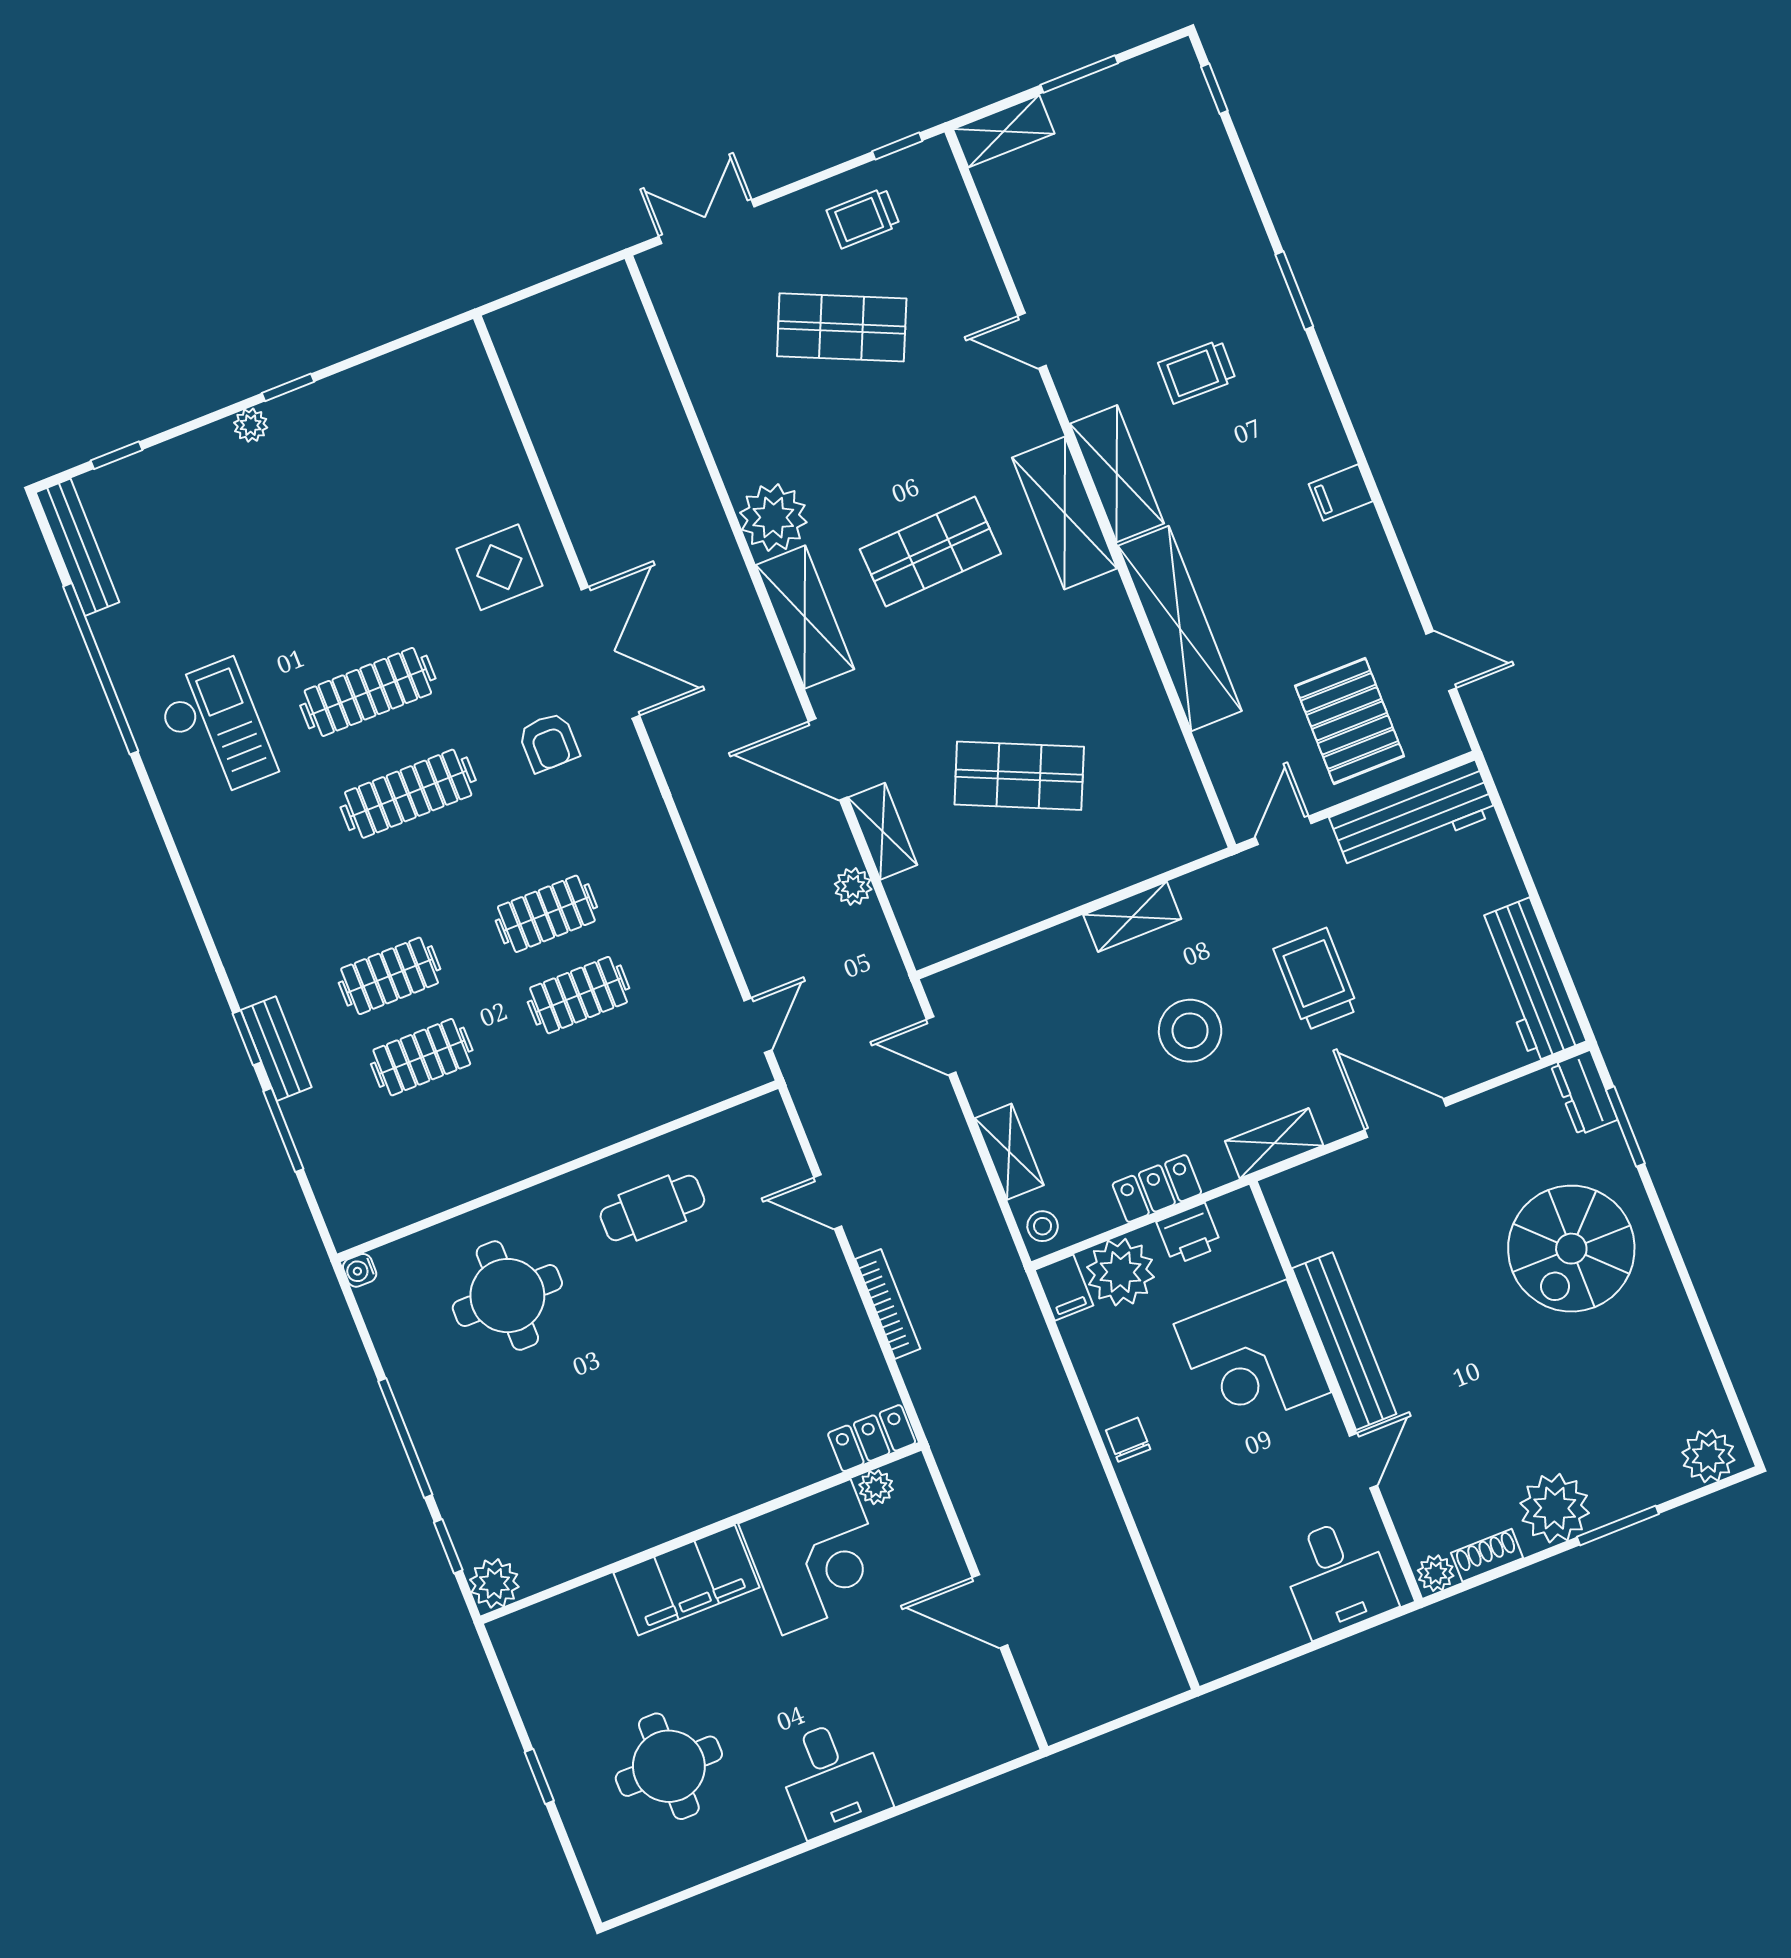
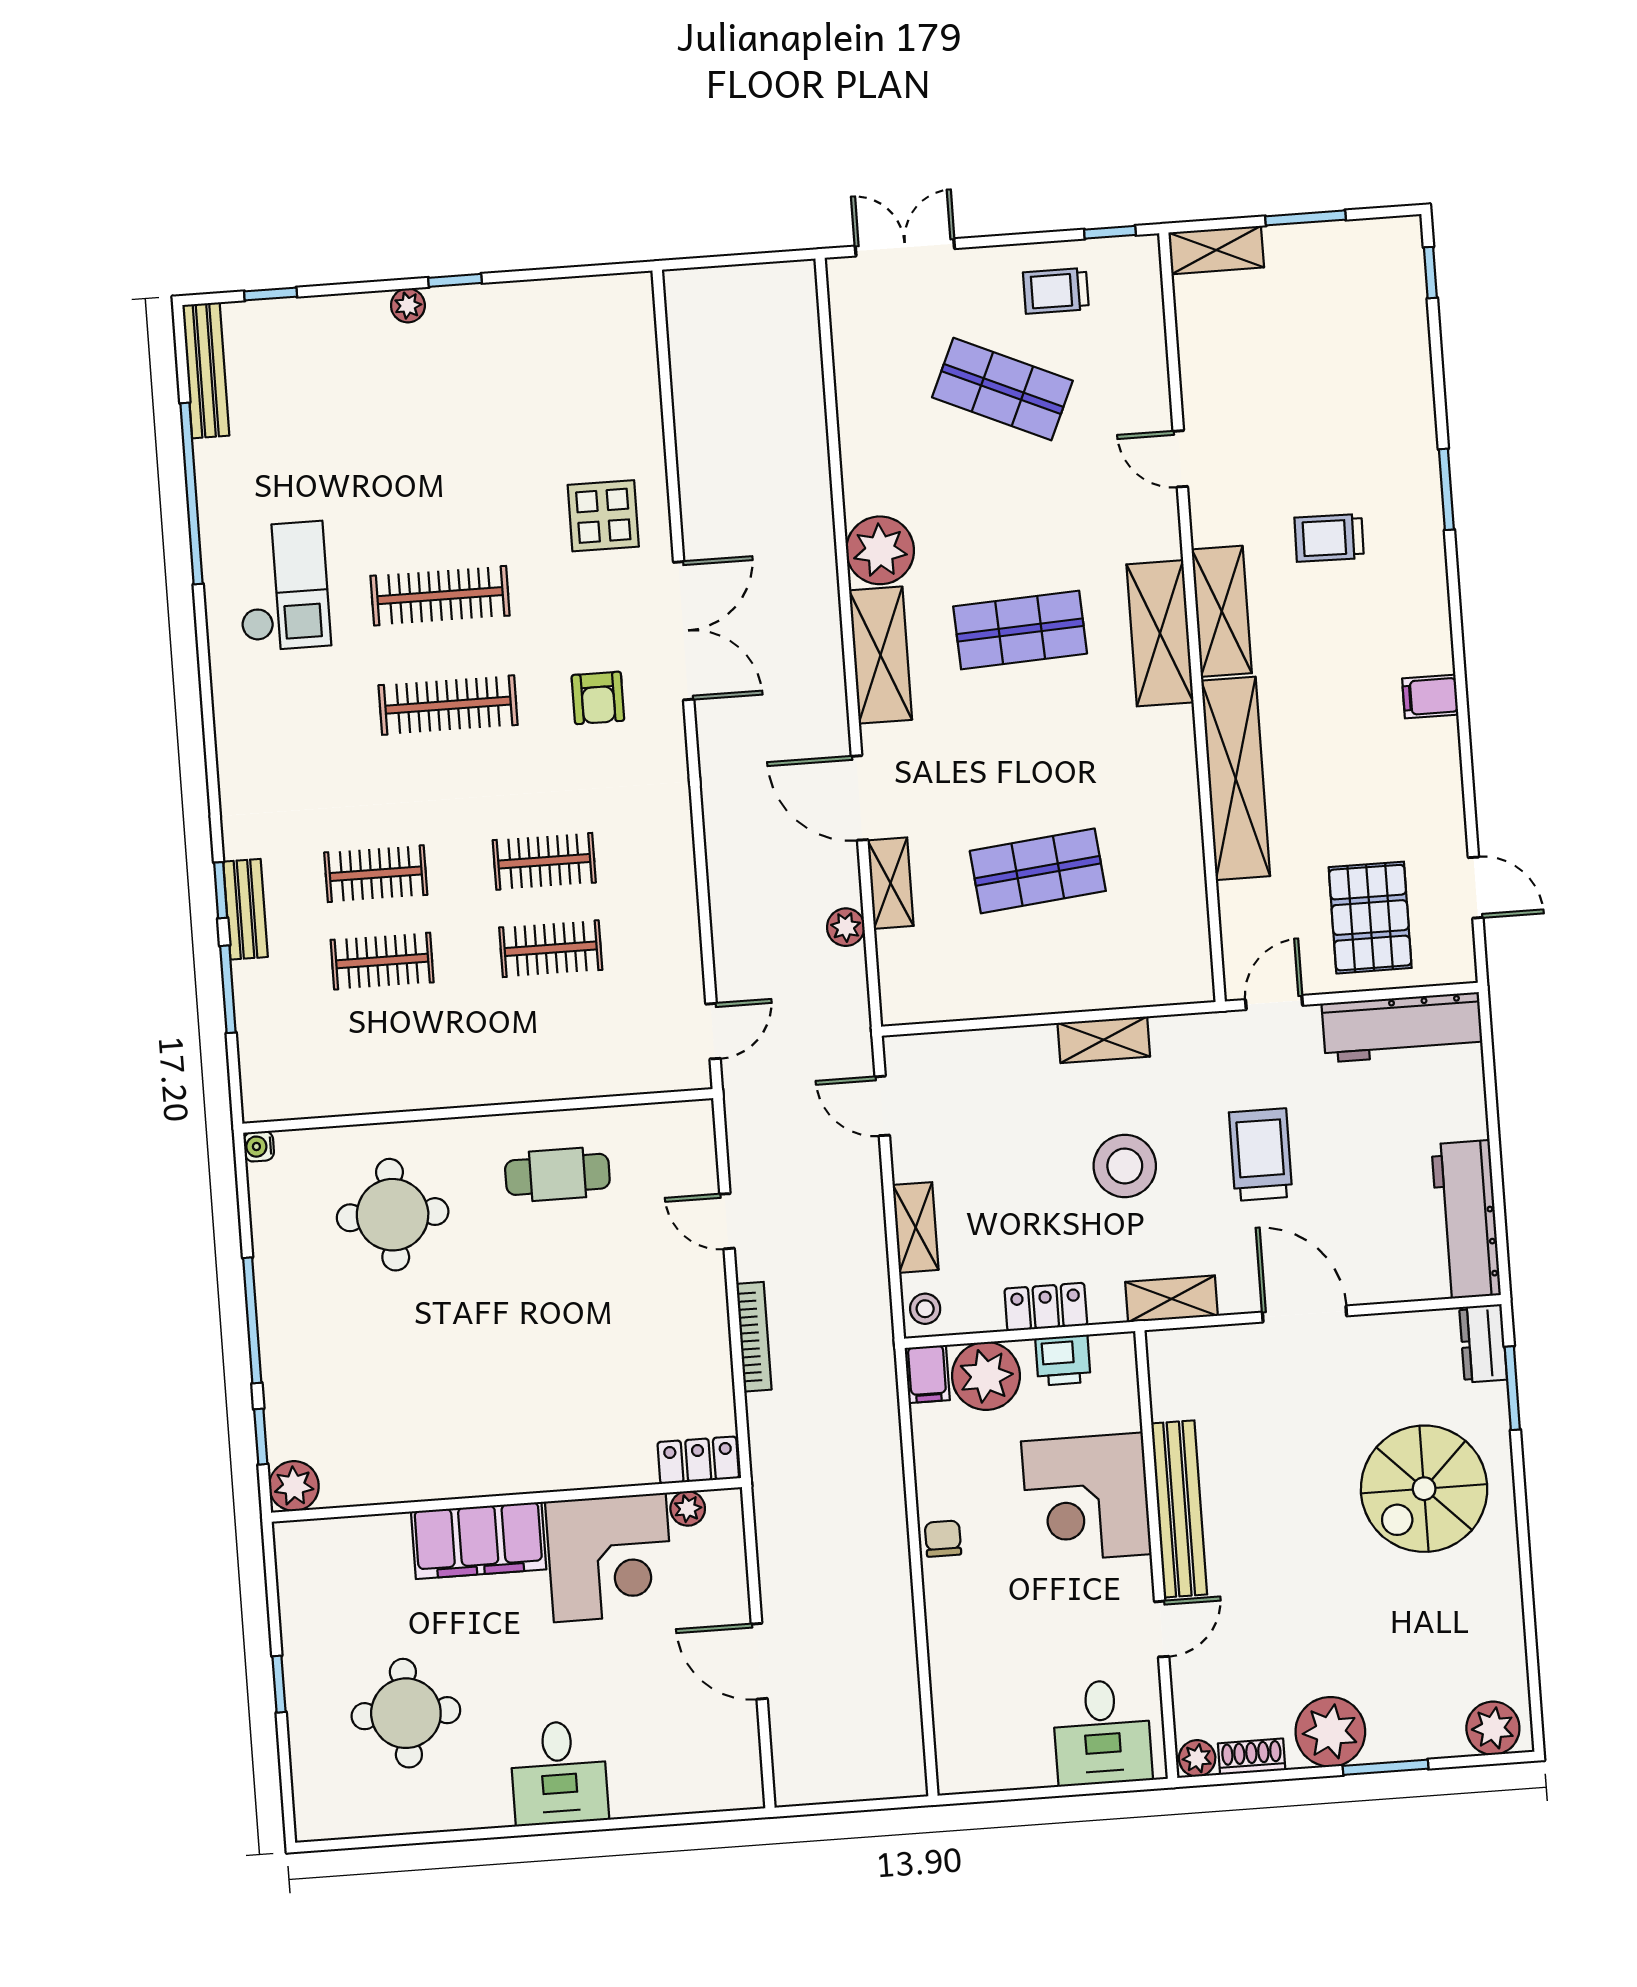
shop shelf: (1019, 776) -> (1038, 871), turned -30

